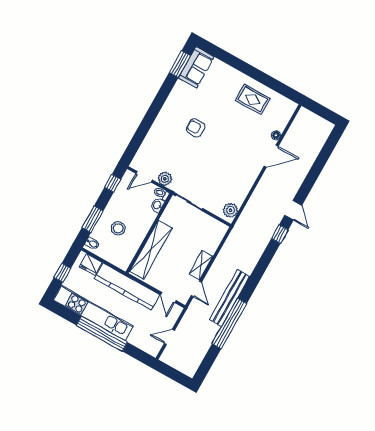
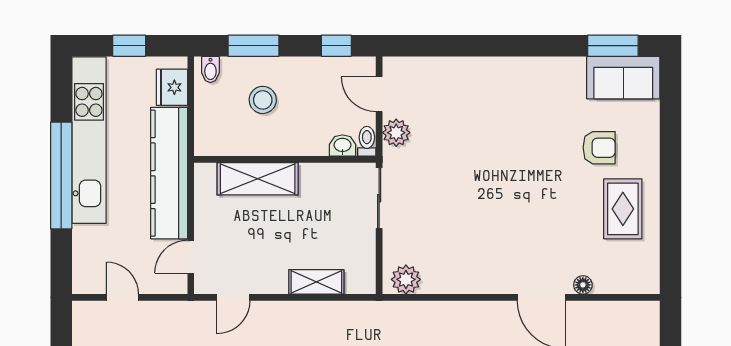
armchair: (196, 128) -> (599, 148), moved, turned 90
shelving: (151, 250) -> (258, 179), width x0.68
shelving: (201, 265) -> (316, 282), moved

